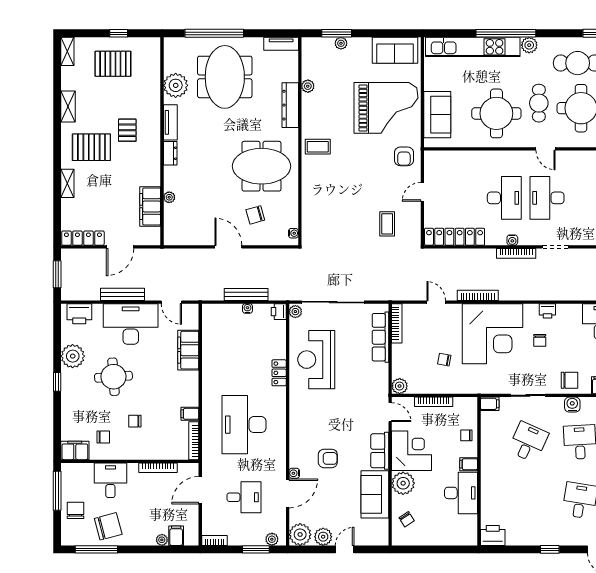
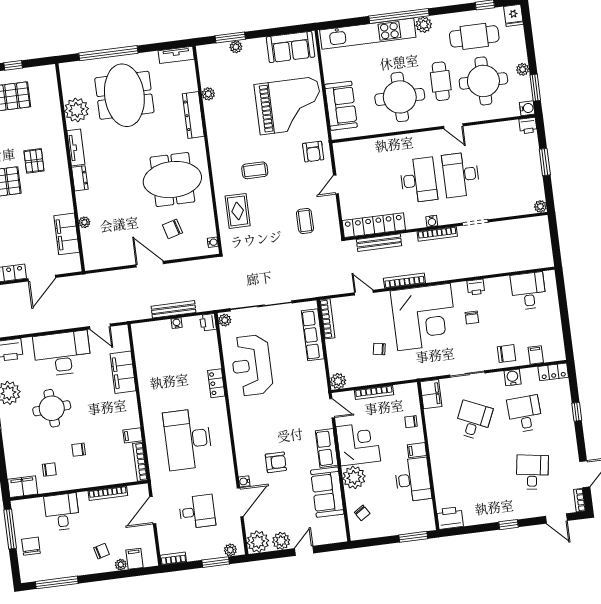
coffee table: (318, 147) -> (255, 170), moved
rug: (322, 205) -> (238, 211), added
bench: (123, 294) -> (379, 243), moved
filing cabinet: (490, 404) -> (431, 394), width x2.00
chair: (108, 526) -> (102, 551), moved, width x0.54, depth x0.54
window: (454, 549) -> (413, 537), added

